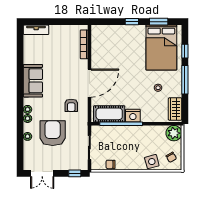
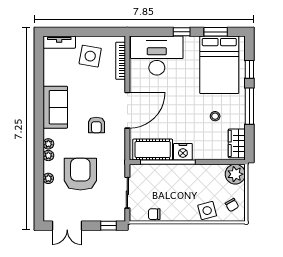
desk: (112, 40) -> (157, 56), added
side table: (60, 41) -> (90, 56), added
armchair: (71, 105) -> (96, 125), moved

